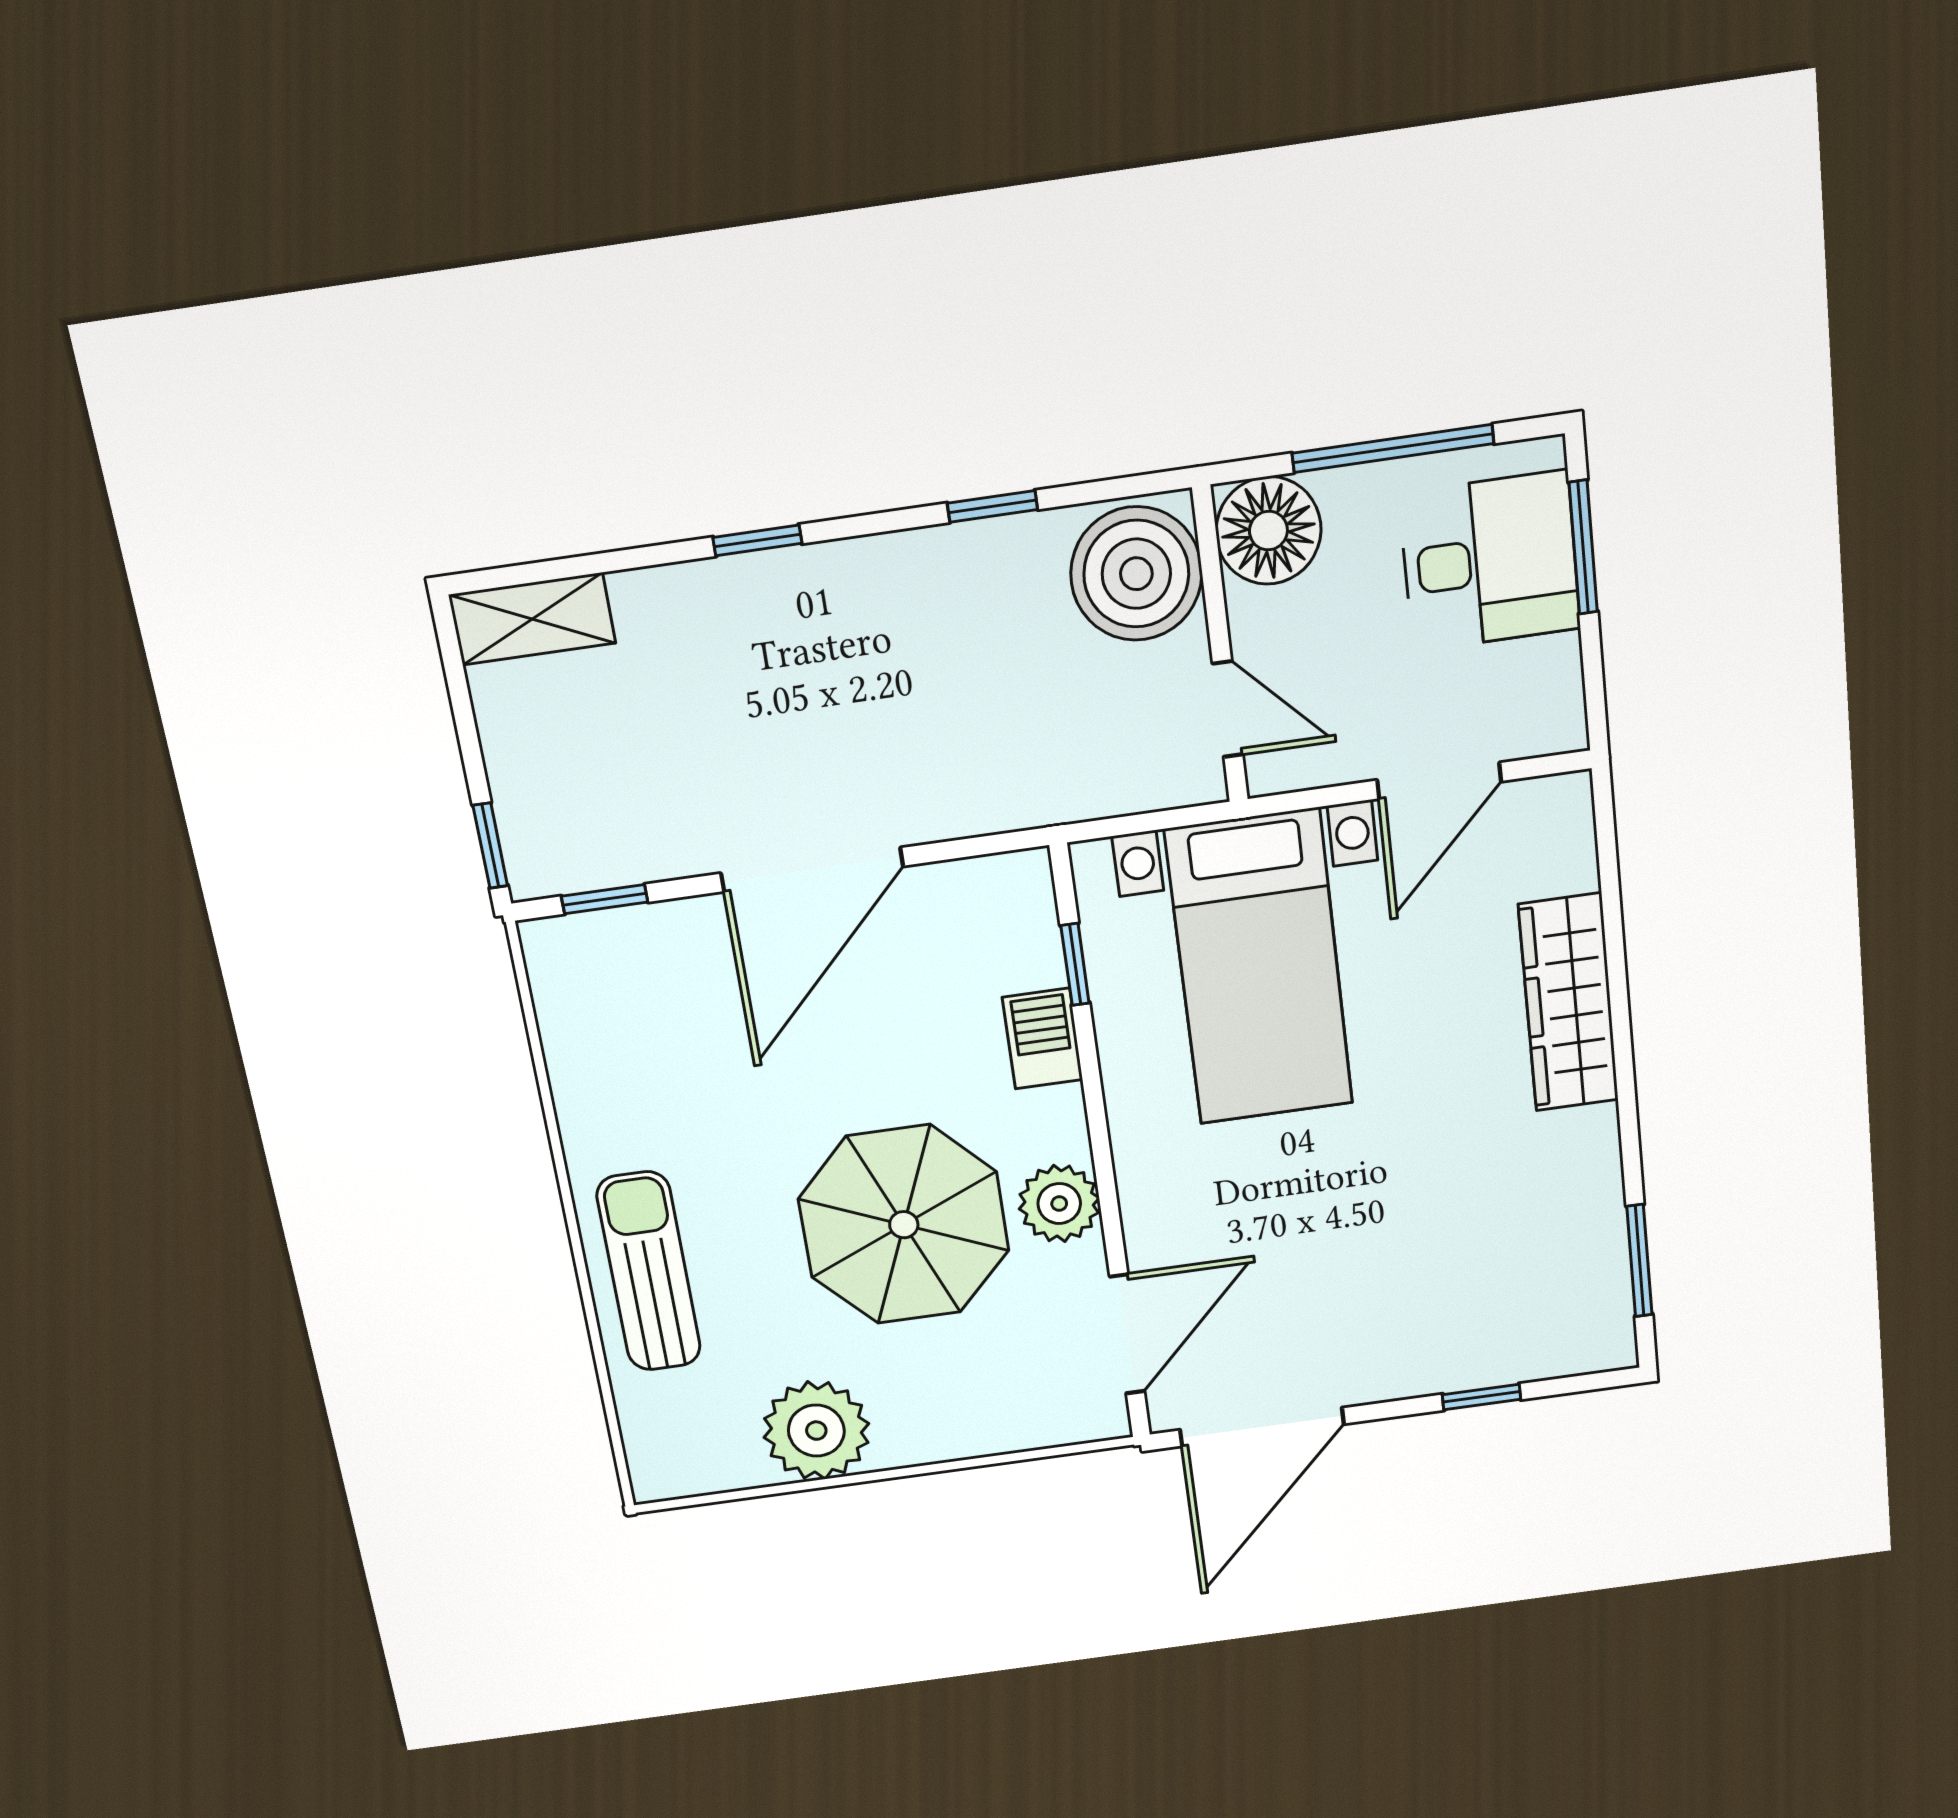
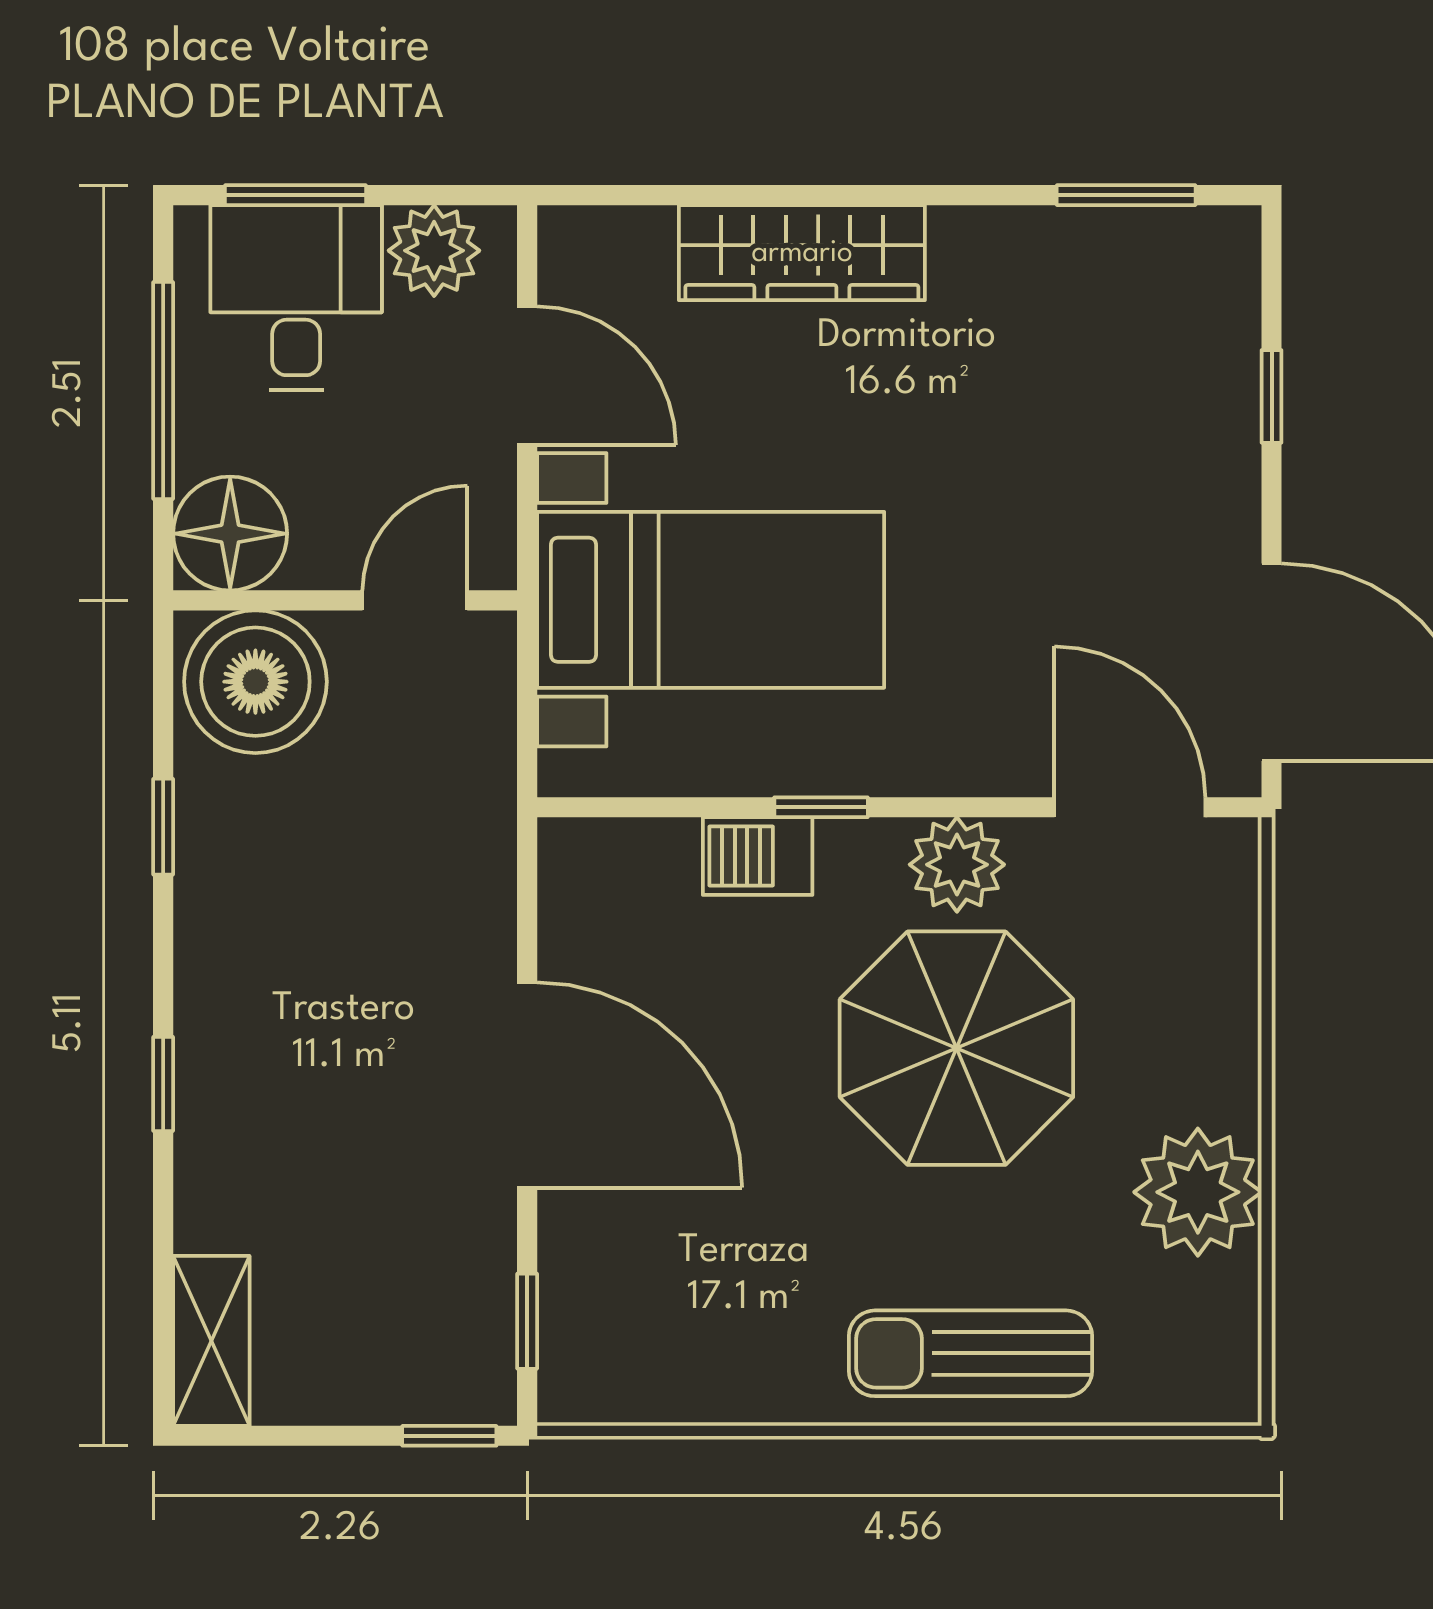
plant: (1543, 682) -> (434, 251), added
window: (1075, 964) -> (821, 807), moved

